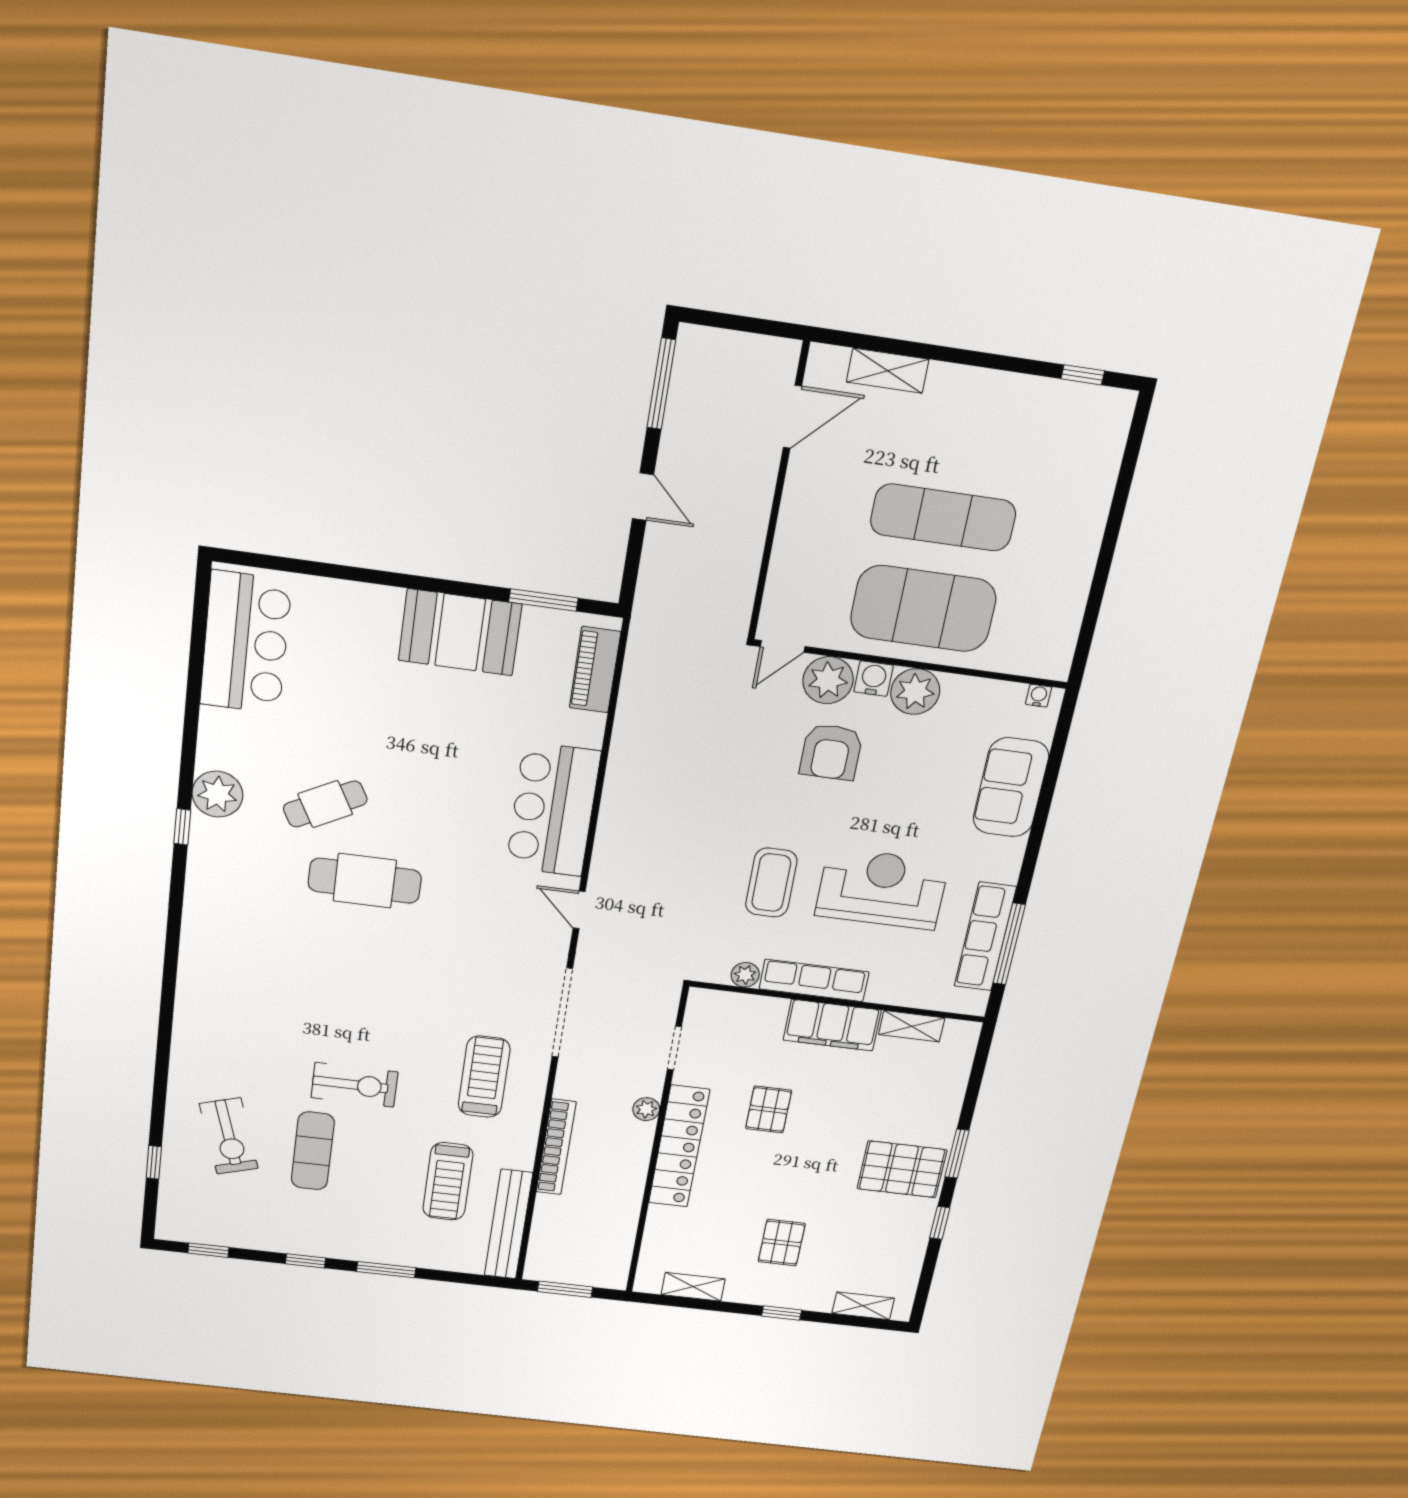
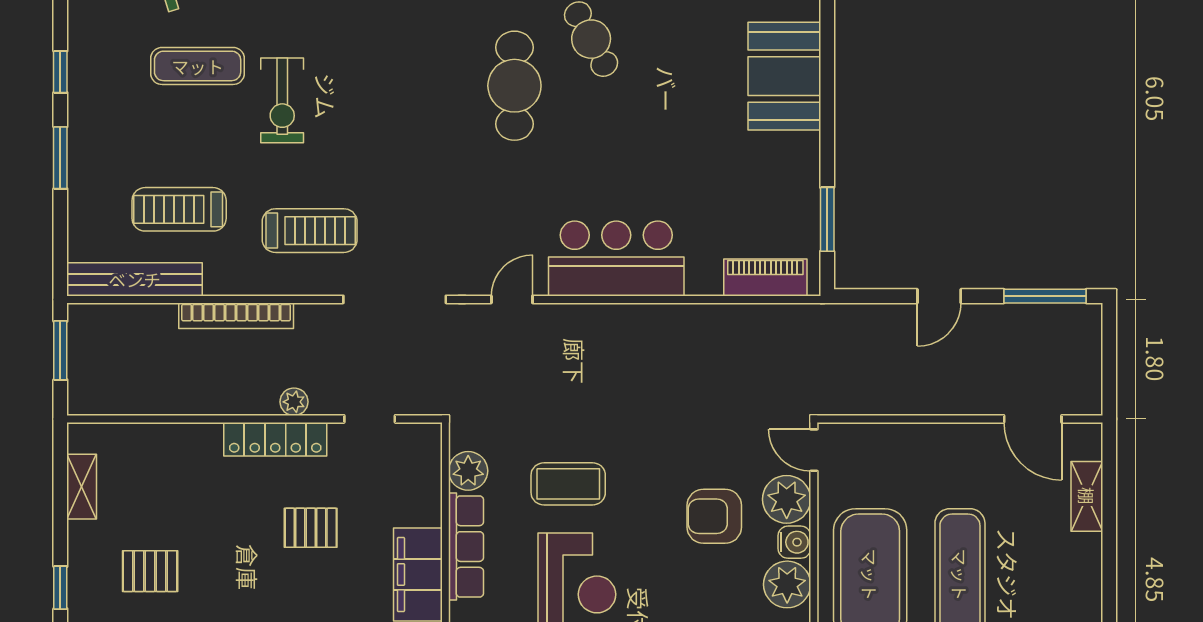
booth: (460, 632) -> (784, 76), moved
plant: (745, 975) -> (468, 471), width x1.38, depth x1.38
locker: (679, 1146) -> (275, 439), width x0.71, depth x0.83

